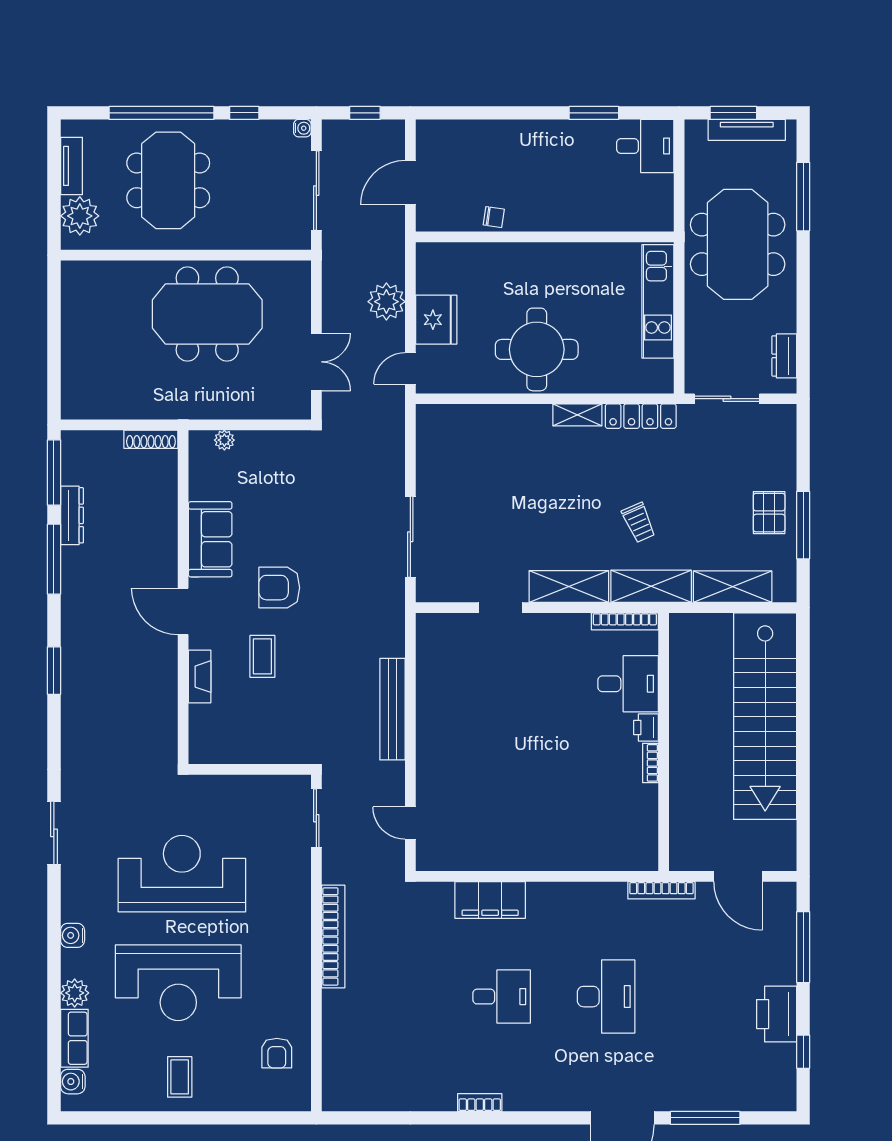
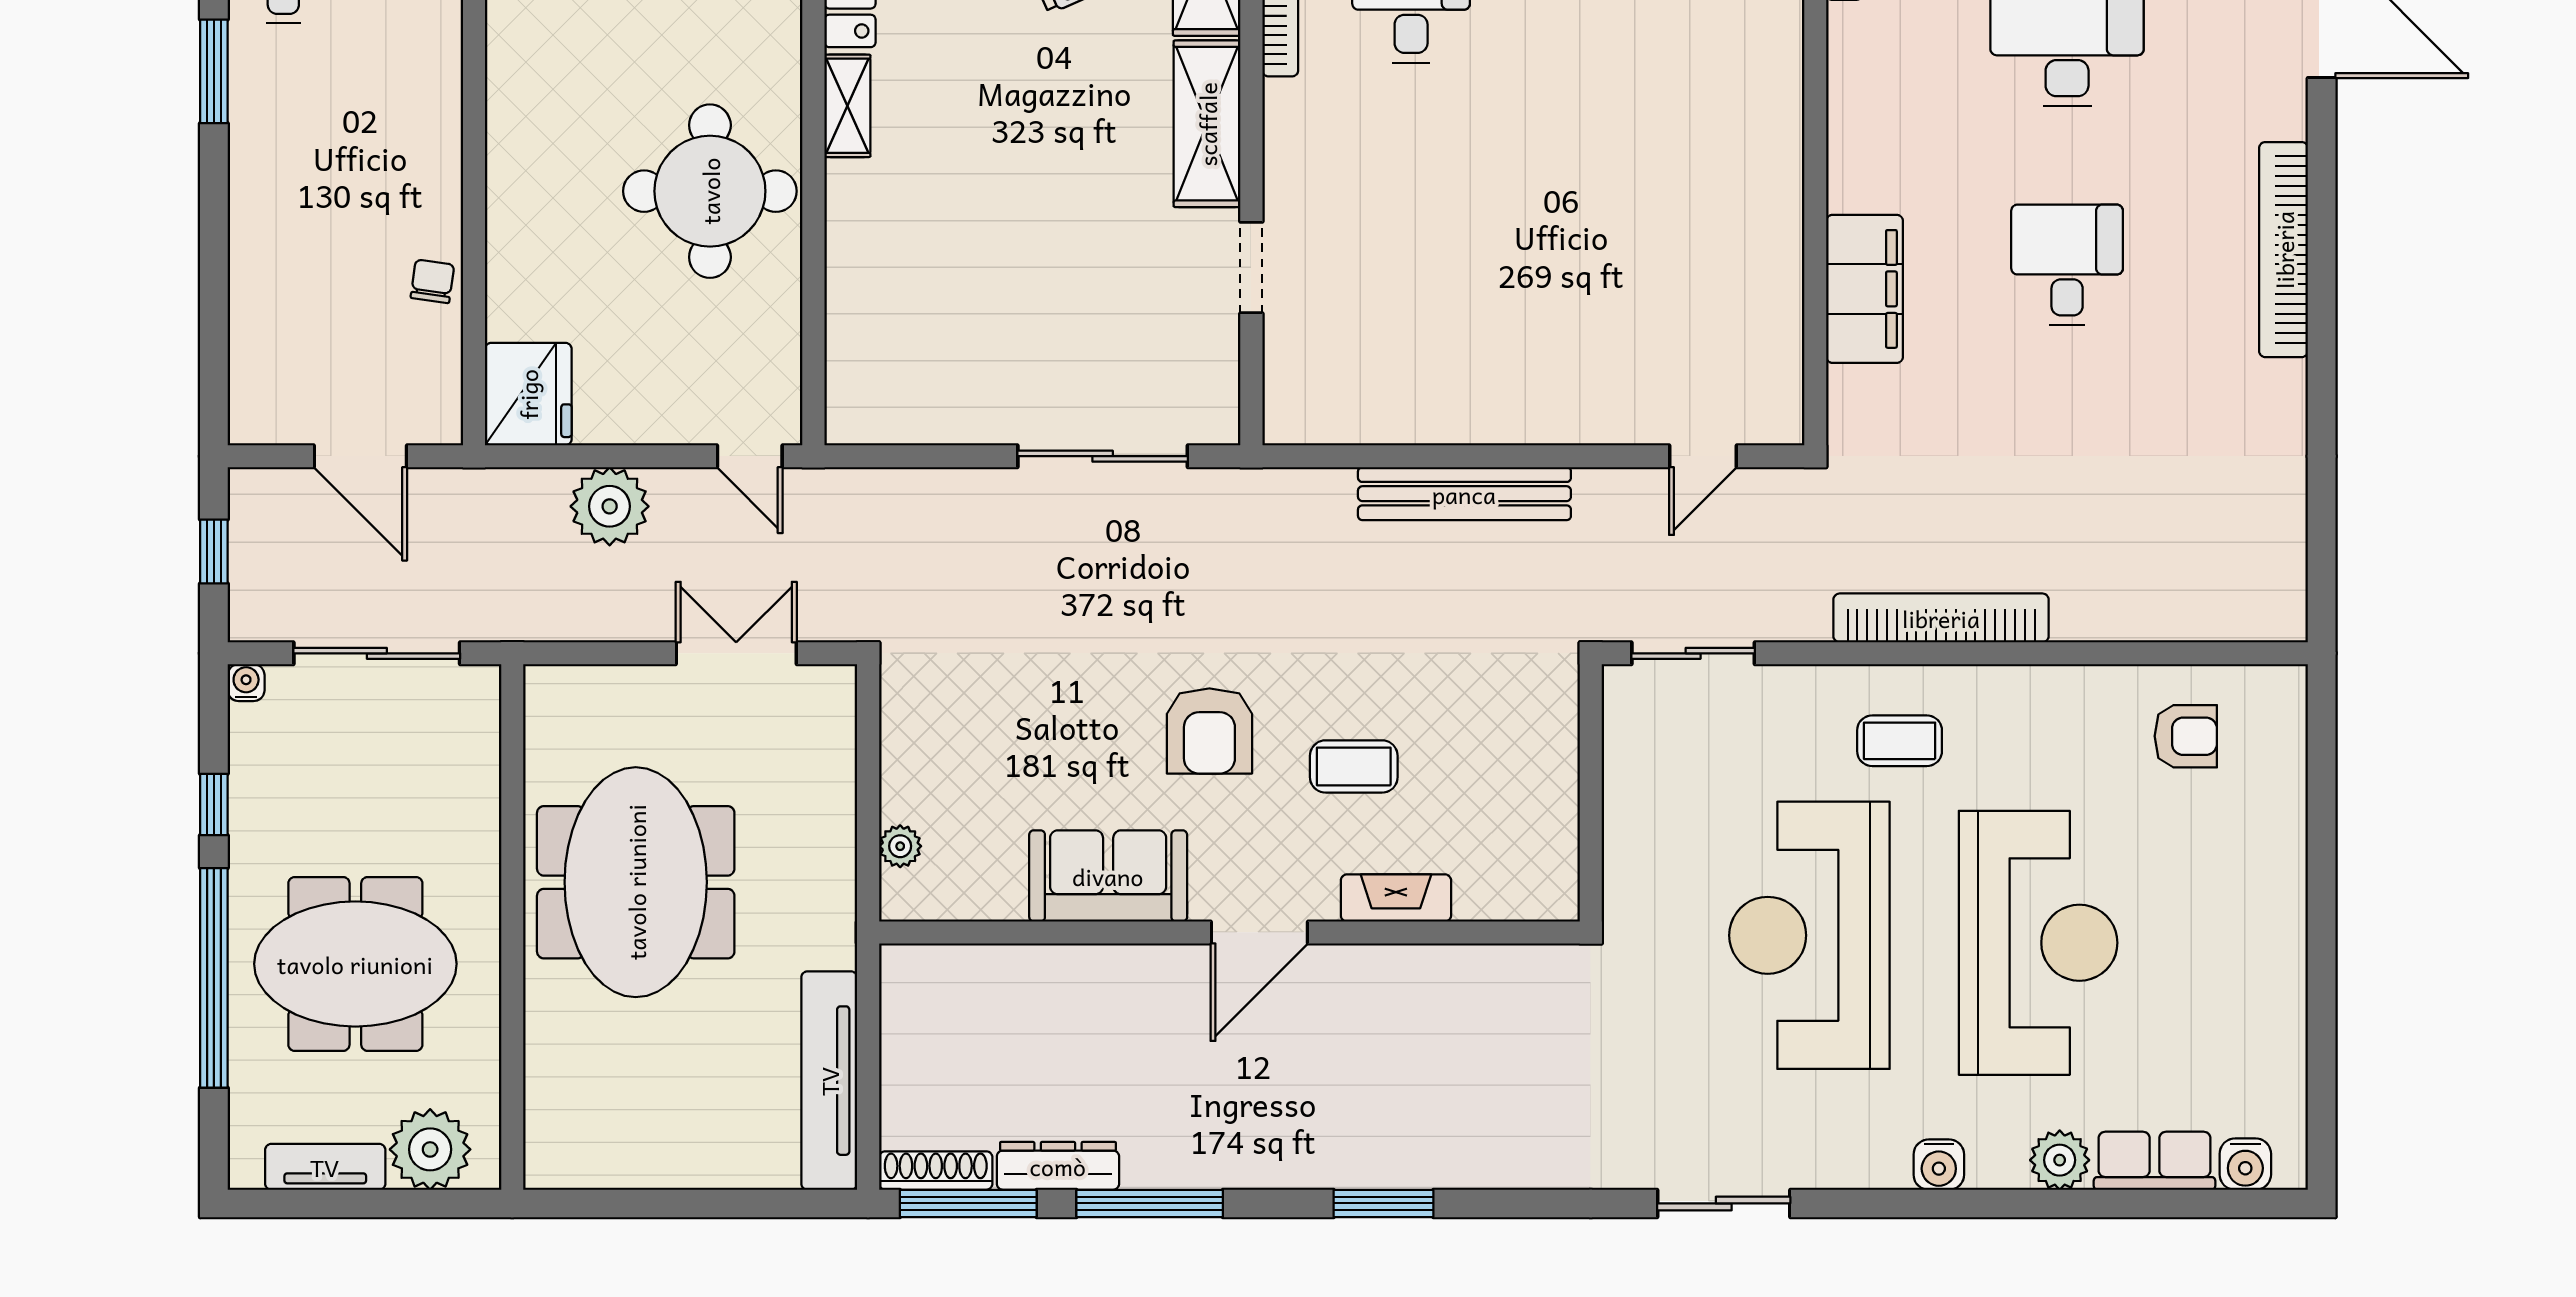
fridge: (436, 320) -> (528, 394), moved, turned 90
tv unit: (113, 406) -> (829, 1081), added
shoe rack: (151, 439) -> (936, 1171), moved, turned -90
coffee table: (180, 1077) -> (1900, 741), moved
bookcase: (480, 1103) -> (2284, 250), width x2.31, depth x1.31

